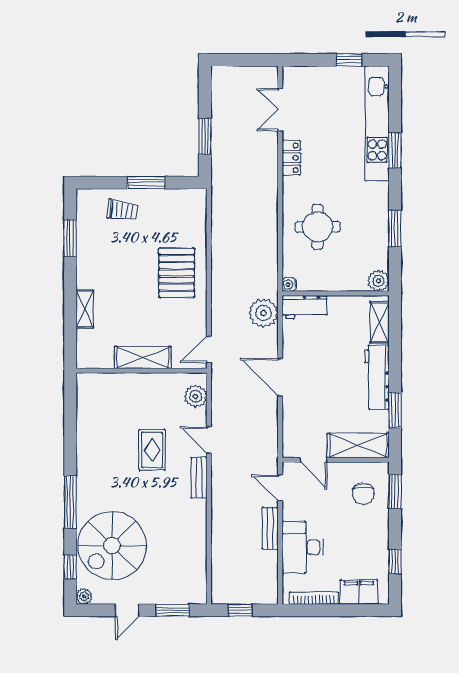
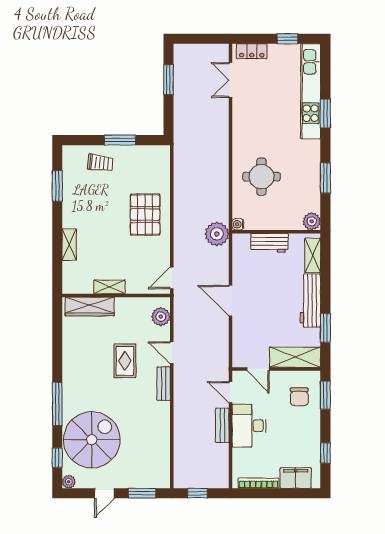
window: (205, 136) -> (168, 80), moved
locker: (291, 158) -> (252, 51), moved, turned 90
workbench: (305, 307) -> (269, 243), moved
plant: (264, 313) -> (217, 234), moved
shelving: (143, 357) -> (109, 287), width x0.67, depth x0.75
wardrobe: (109, 384) -> (90, 307), added
spiral stairs: (112, 546) -> (92, 440), turned 180
desk: (303, 547) -> (249, 426), moved

